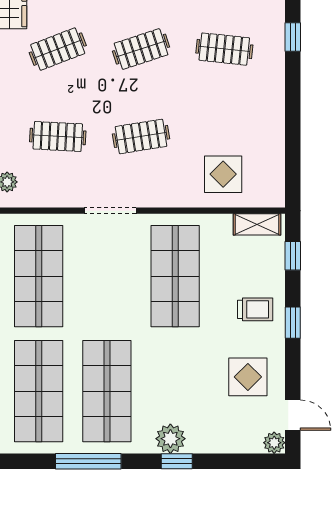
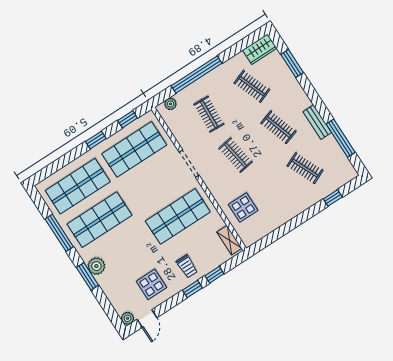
clothes rail: (224, 49) -> (305, 168), turned -30
window: (293, 256) -> (214, 275), moved
window: (177, 461) -> (87, 276), width x1.50

